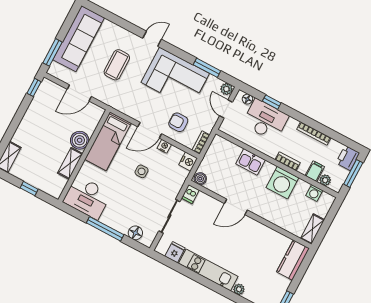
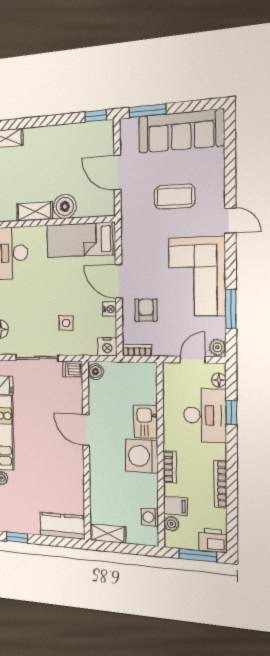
side table: (142, 171) -> (66, 323), moved
washing machine: (282, 183) -> (141, 456), moved

